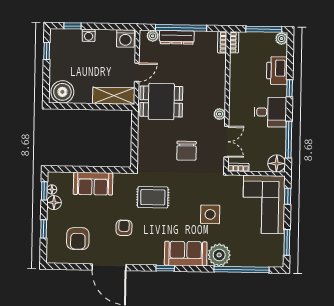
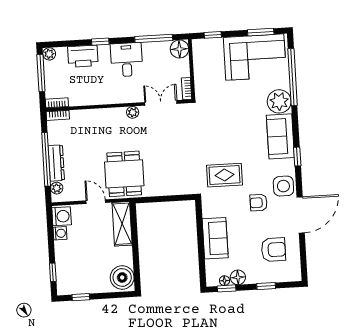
washing machine: (89, 35) -> (60, 233), moved
chair: (186, 151) -> (173, 144), removed
rug: (153, 197) -> (224, 175), turned 90
corner sofa: (264, 204) -> (255, 57), moved
side table: (210, 214) -> (283, 186), moved

